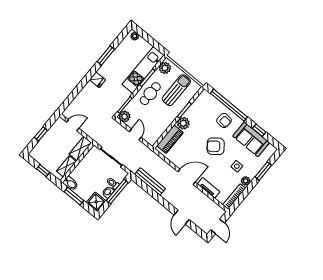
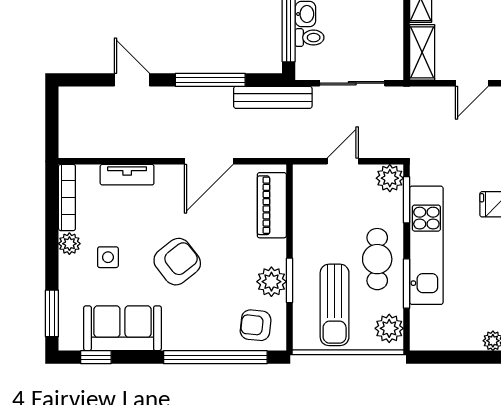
kitchen unit: (143, 70) -> (426, 245), moved
armchair: (224, 120) -> (256, 325), moved
plant: (183, 123) -> (271, 282), moved
window: (259, 130) -> (96, 357), moved
door: (135, 134) -> (343, 161), swing flipped
window: (263, 171) -> (52, 313), moved
door: (187, 177) -> (209, 161), moved
bench: (150, 182) -> (273, 97), moved
window: (156, 196) -> (210, 80), added
door: (218, 226) -> (52, 118), removed

